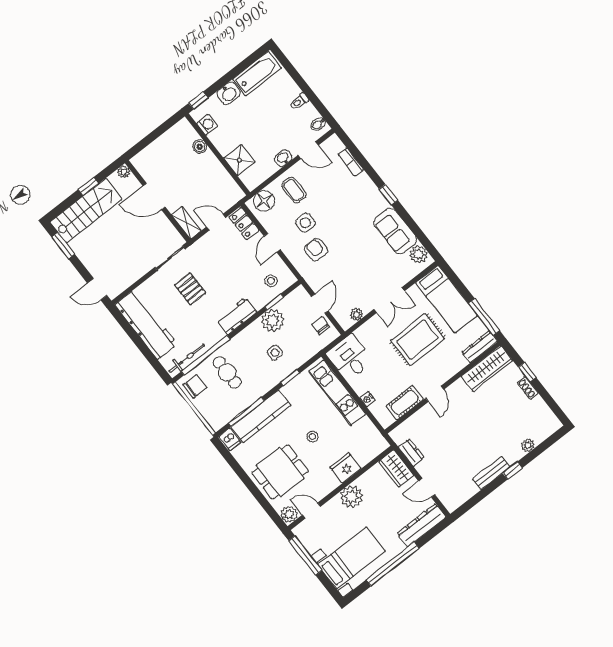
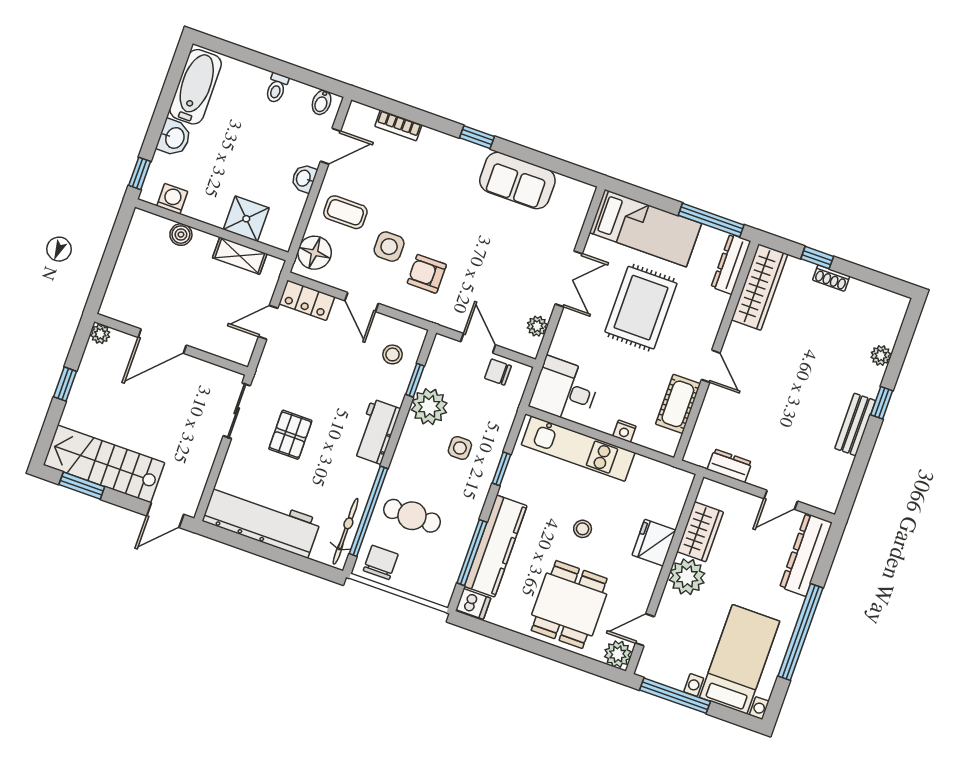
stairs: (86, 211) -> (104, 464), moved, turned -90
shelving: (186, 223) -> (240, 256), moved
plant: (419, 254) -> (569, 192), removed
pallet: (190, 289) -> (290, 435), turned 90
wardrobe: (396, 468) -> (700, 532), moved, turned -90

